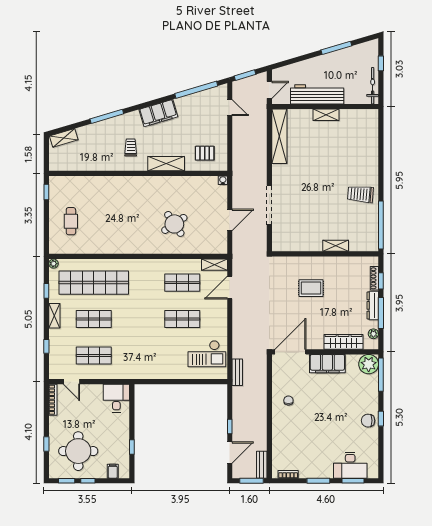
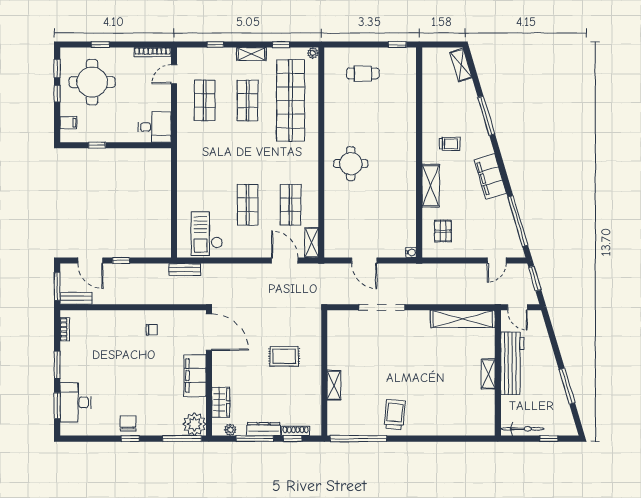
round table: (174, 224) -> (351, 164), moved, turned 34
rug: (311, 288) -> (284, 356), turned 90
wardrobe: (344, 342) -> (221, 402), width x0.67

